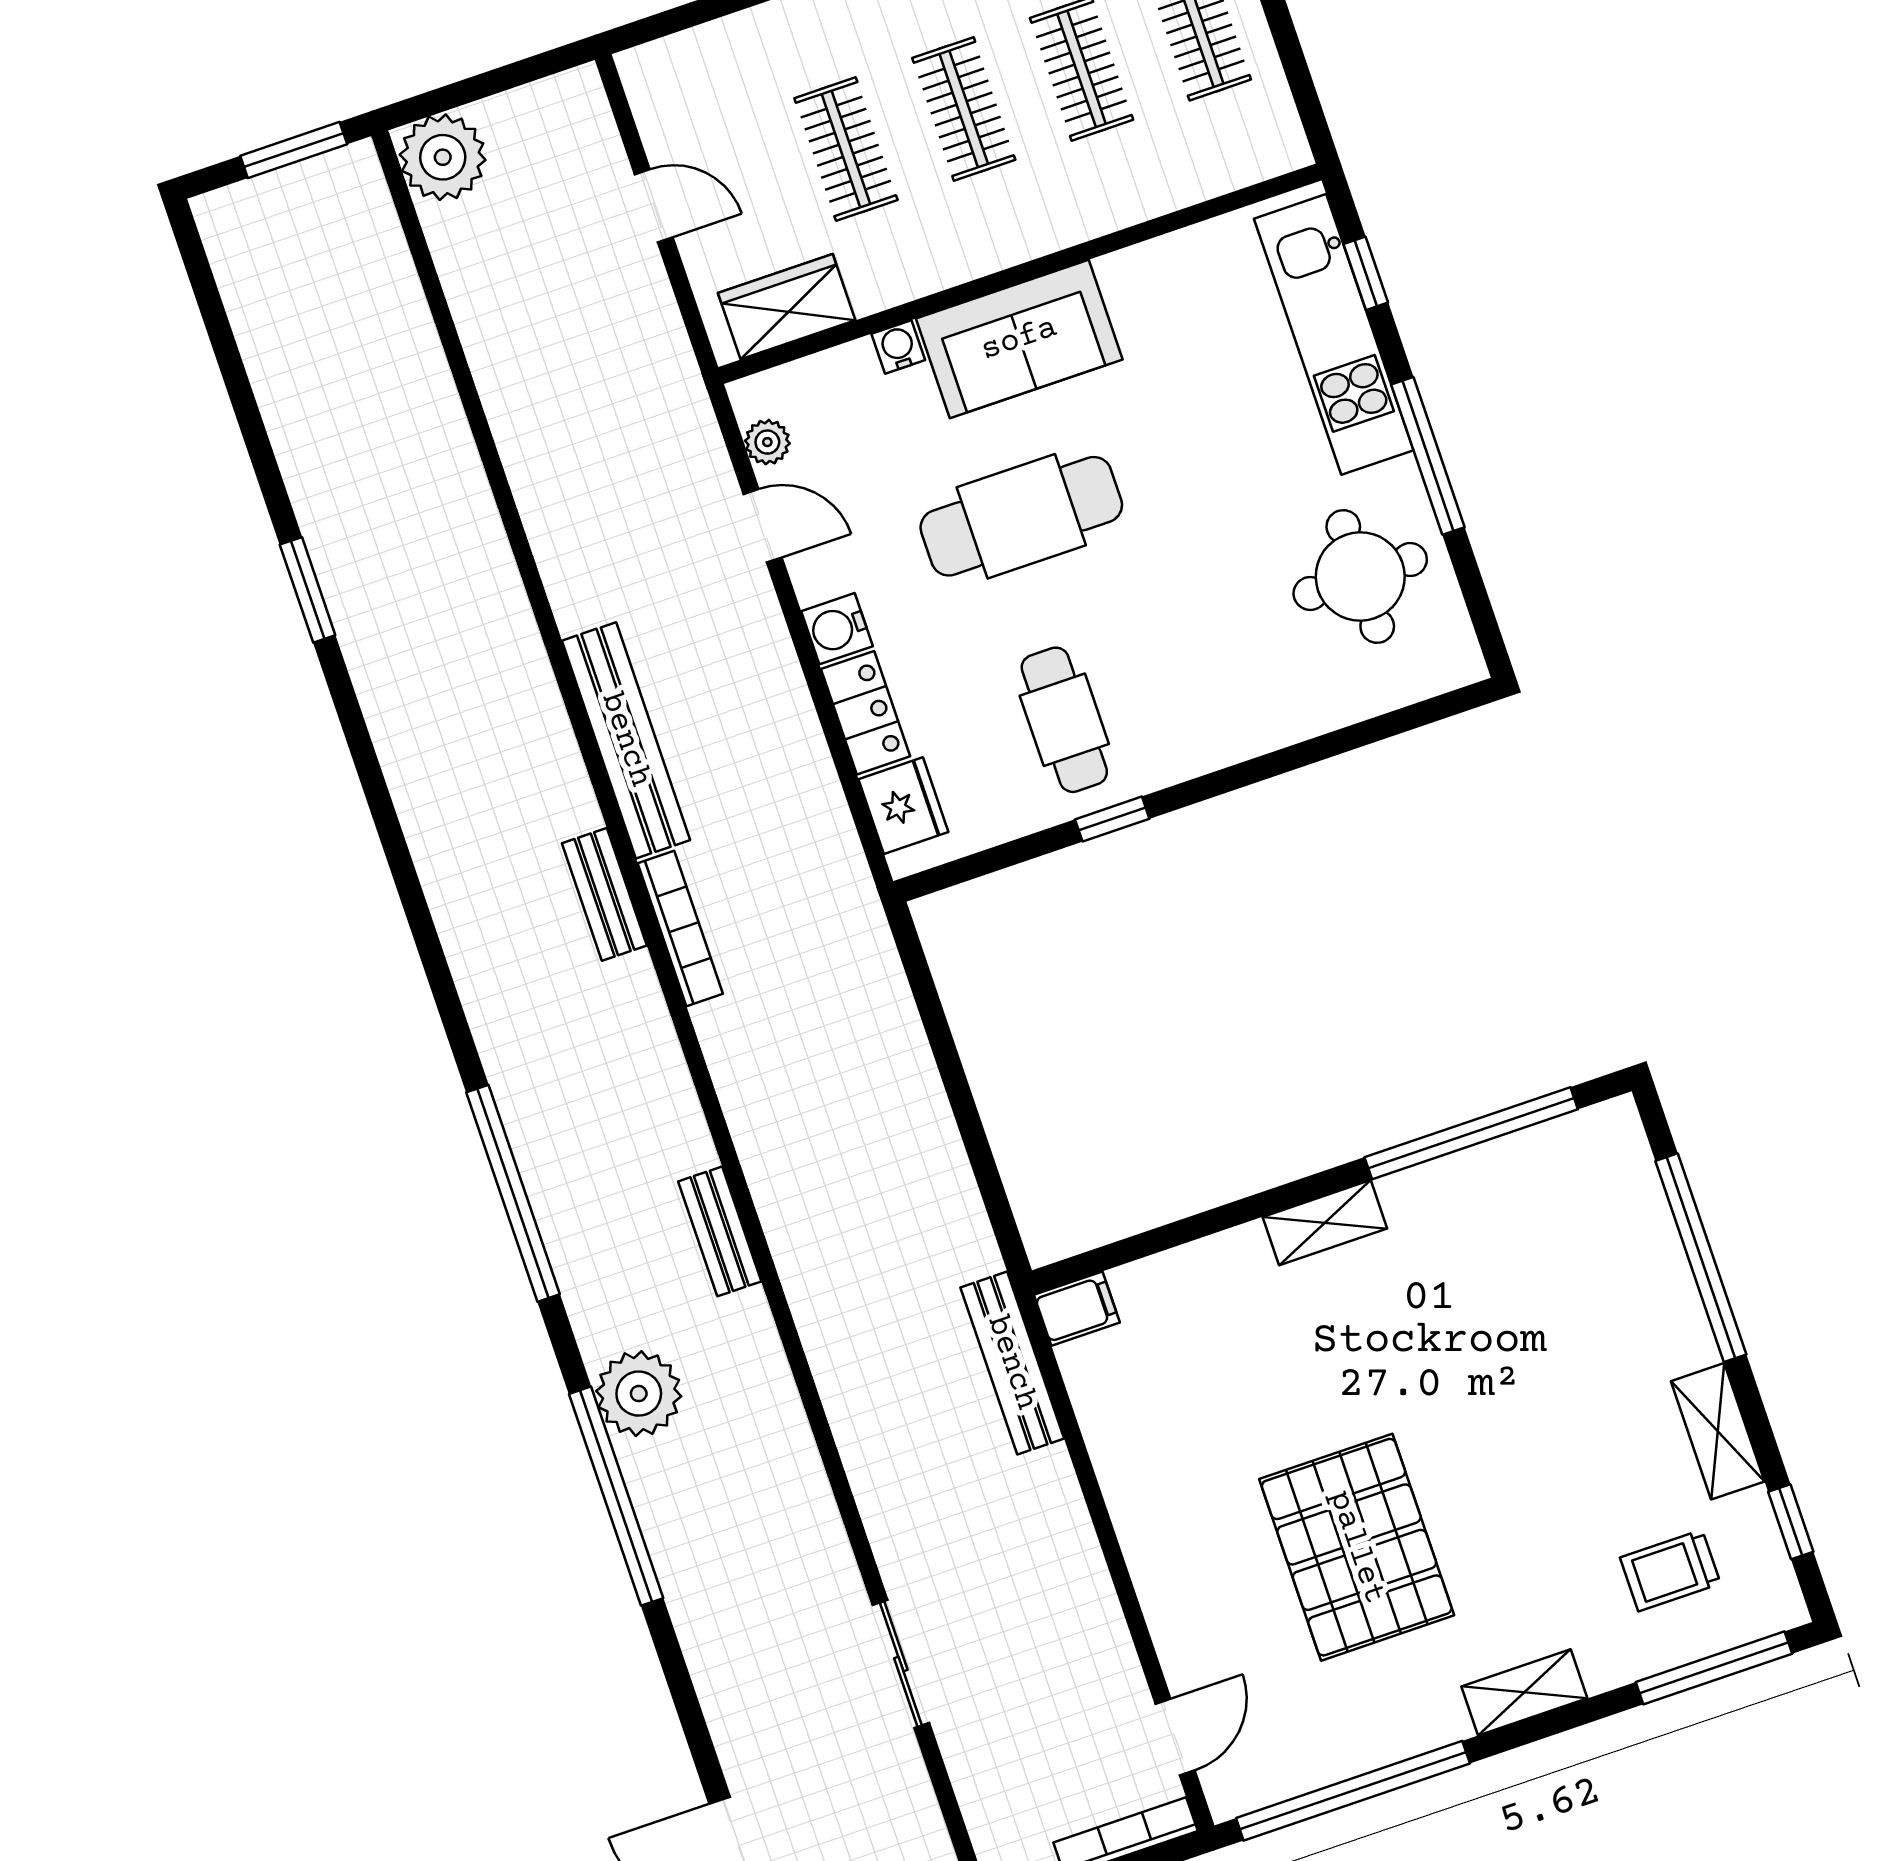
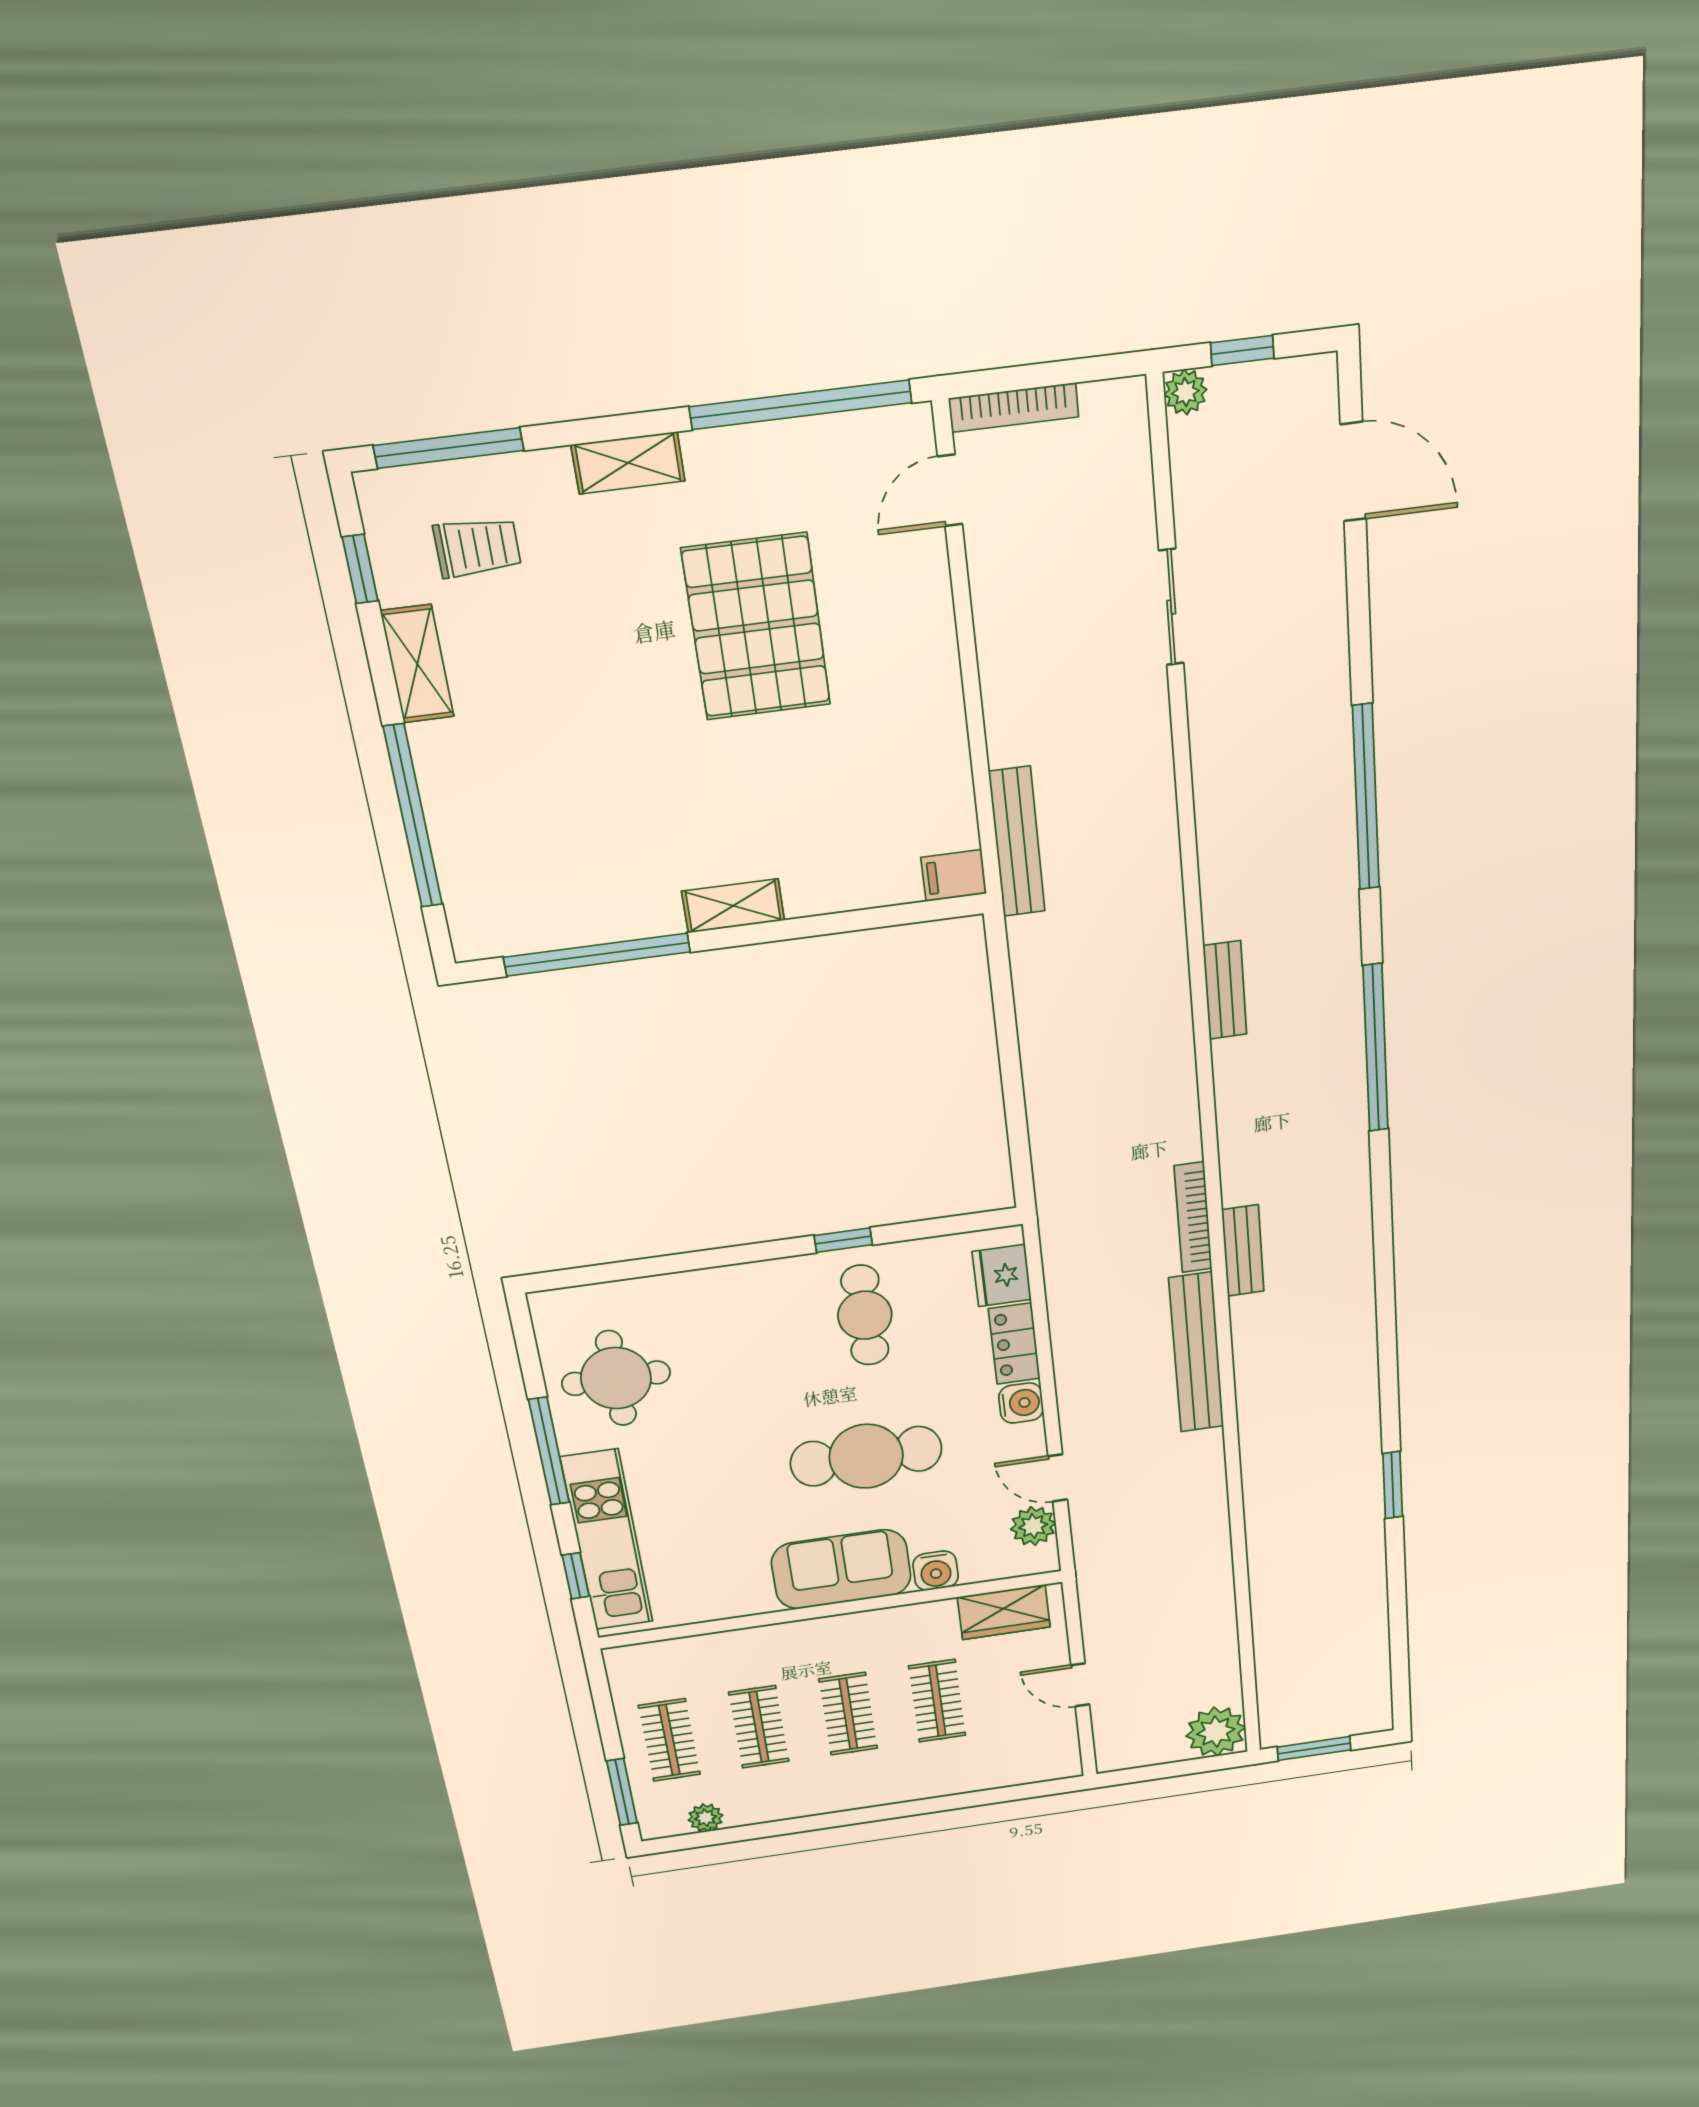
water cooler: (898, 347) -> (936, 1571), width x1.38, depth x1.38
plant: (767, 442) -> (1033, 1526), width x1.38, depth x1.38
plant: (639, 1394) -> (1324, 876), removed

